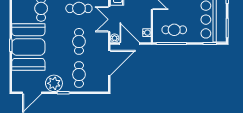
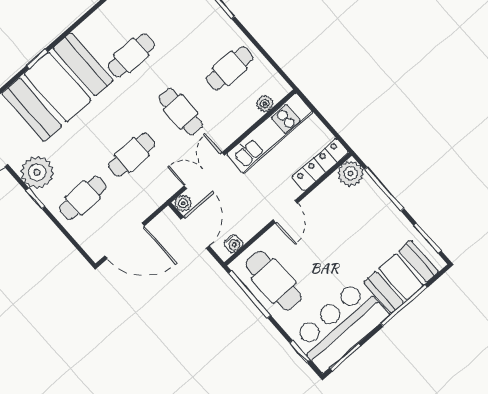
cafe table: (174, 30) -> (274, 281), width x1.37, depth x1.35
door: (109, 63) -> (125, 241), moved

